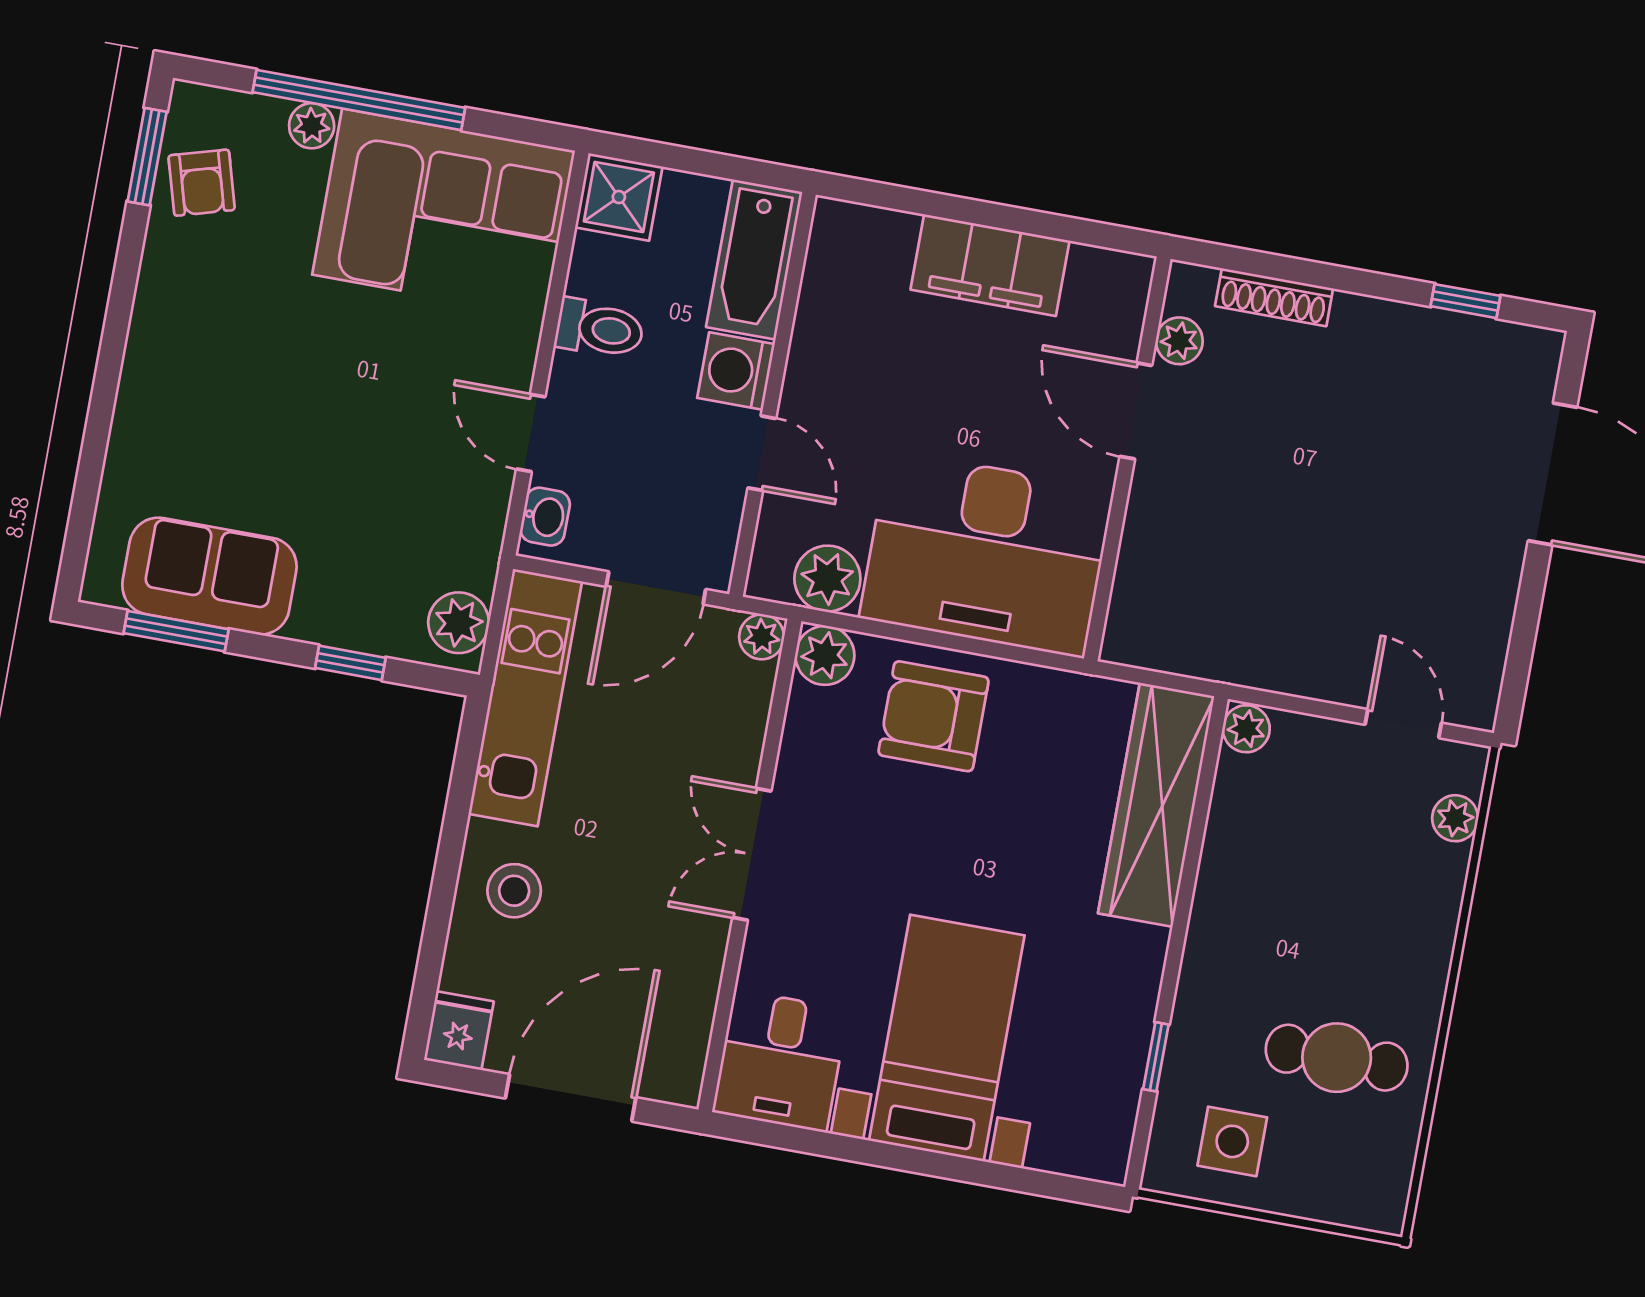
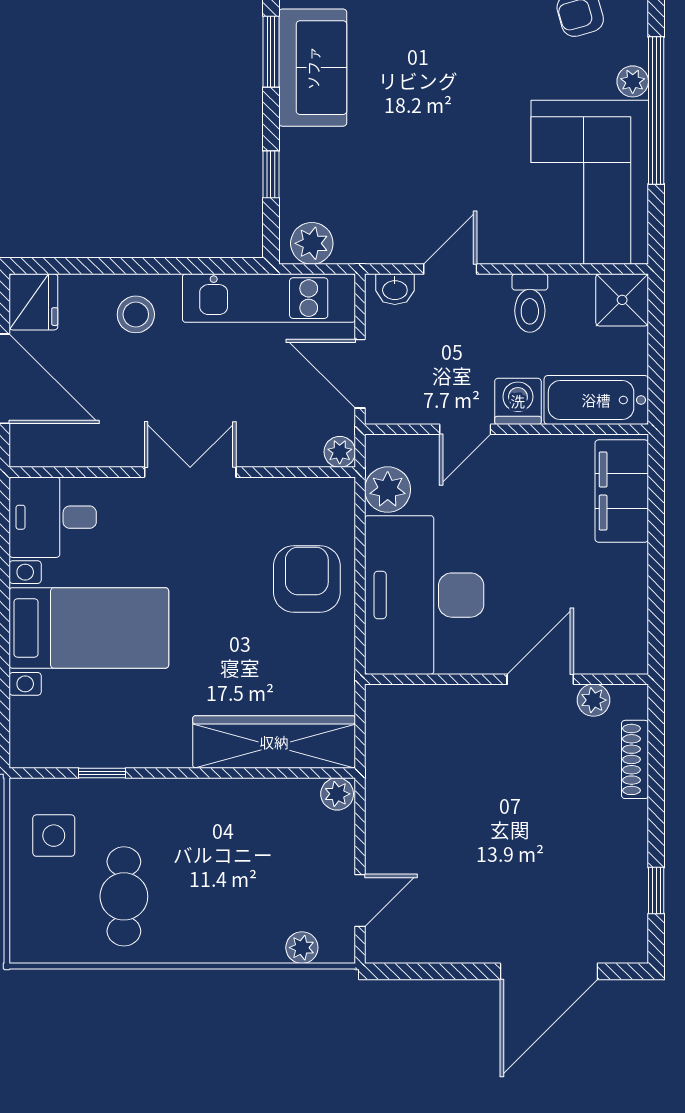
filing cabinet: (990, 265) -> (622, 491), moved
plant: (825, 655) -> (335, 497), removed
fridge: (459, 1031) -> (33, 302), width x1.38

